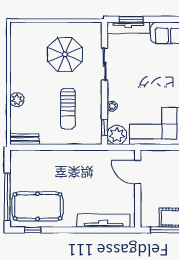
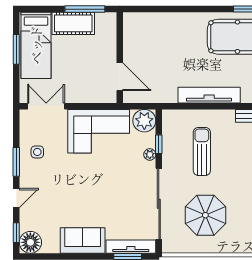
sliding door: (105, 64) -> (159, 204), width x1.86
window: (105, 127) -> (159, 144), moved
tv unit: (103, 221) -> (209, 95), moved, turned 180

